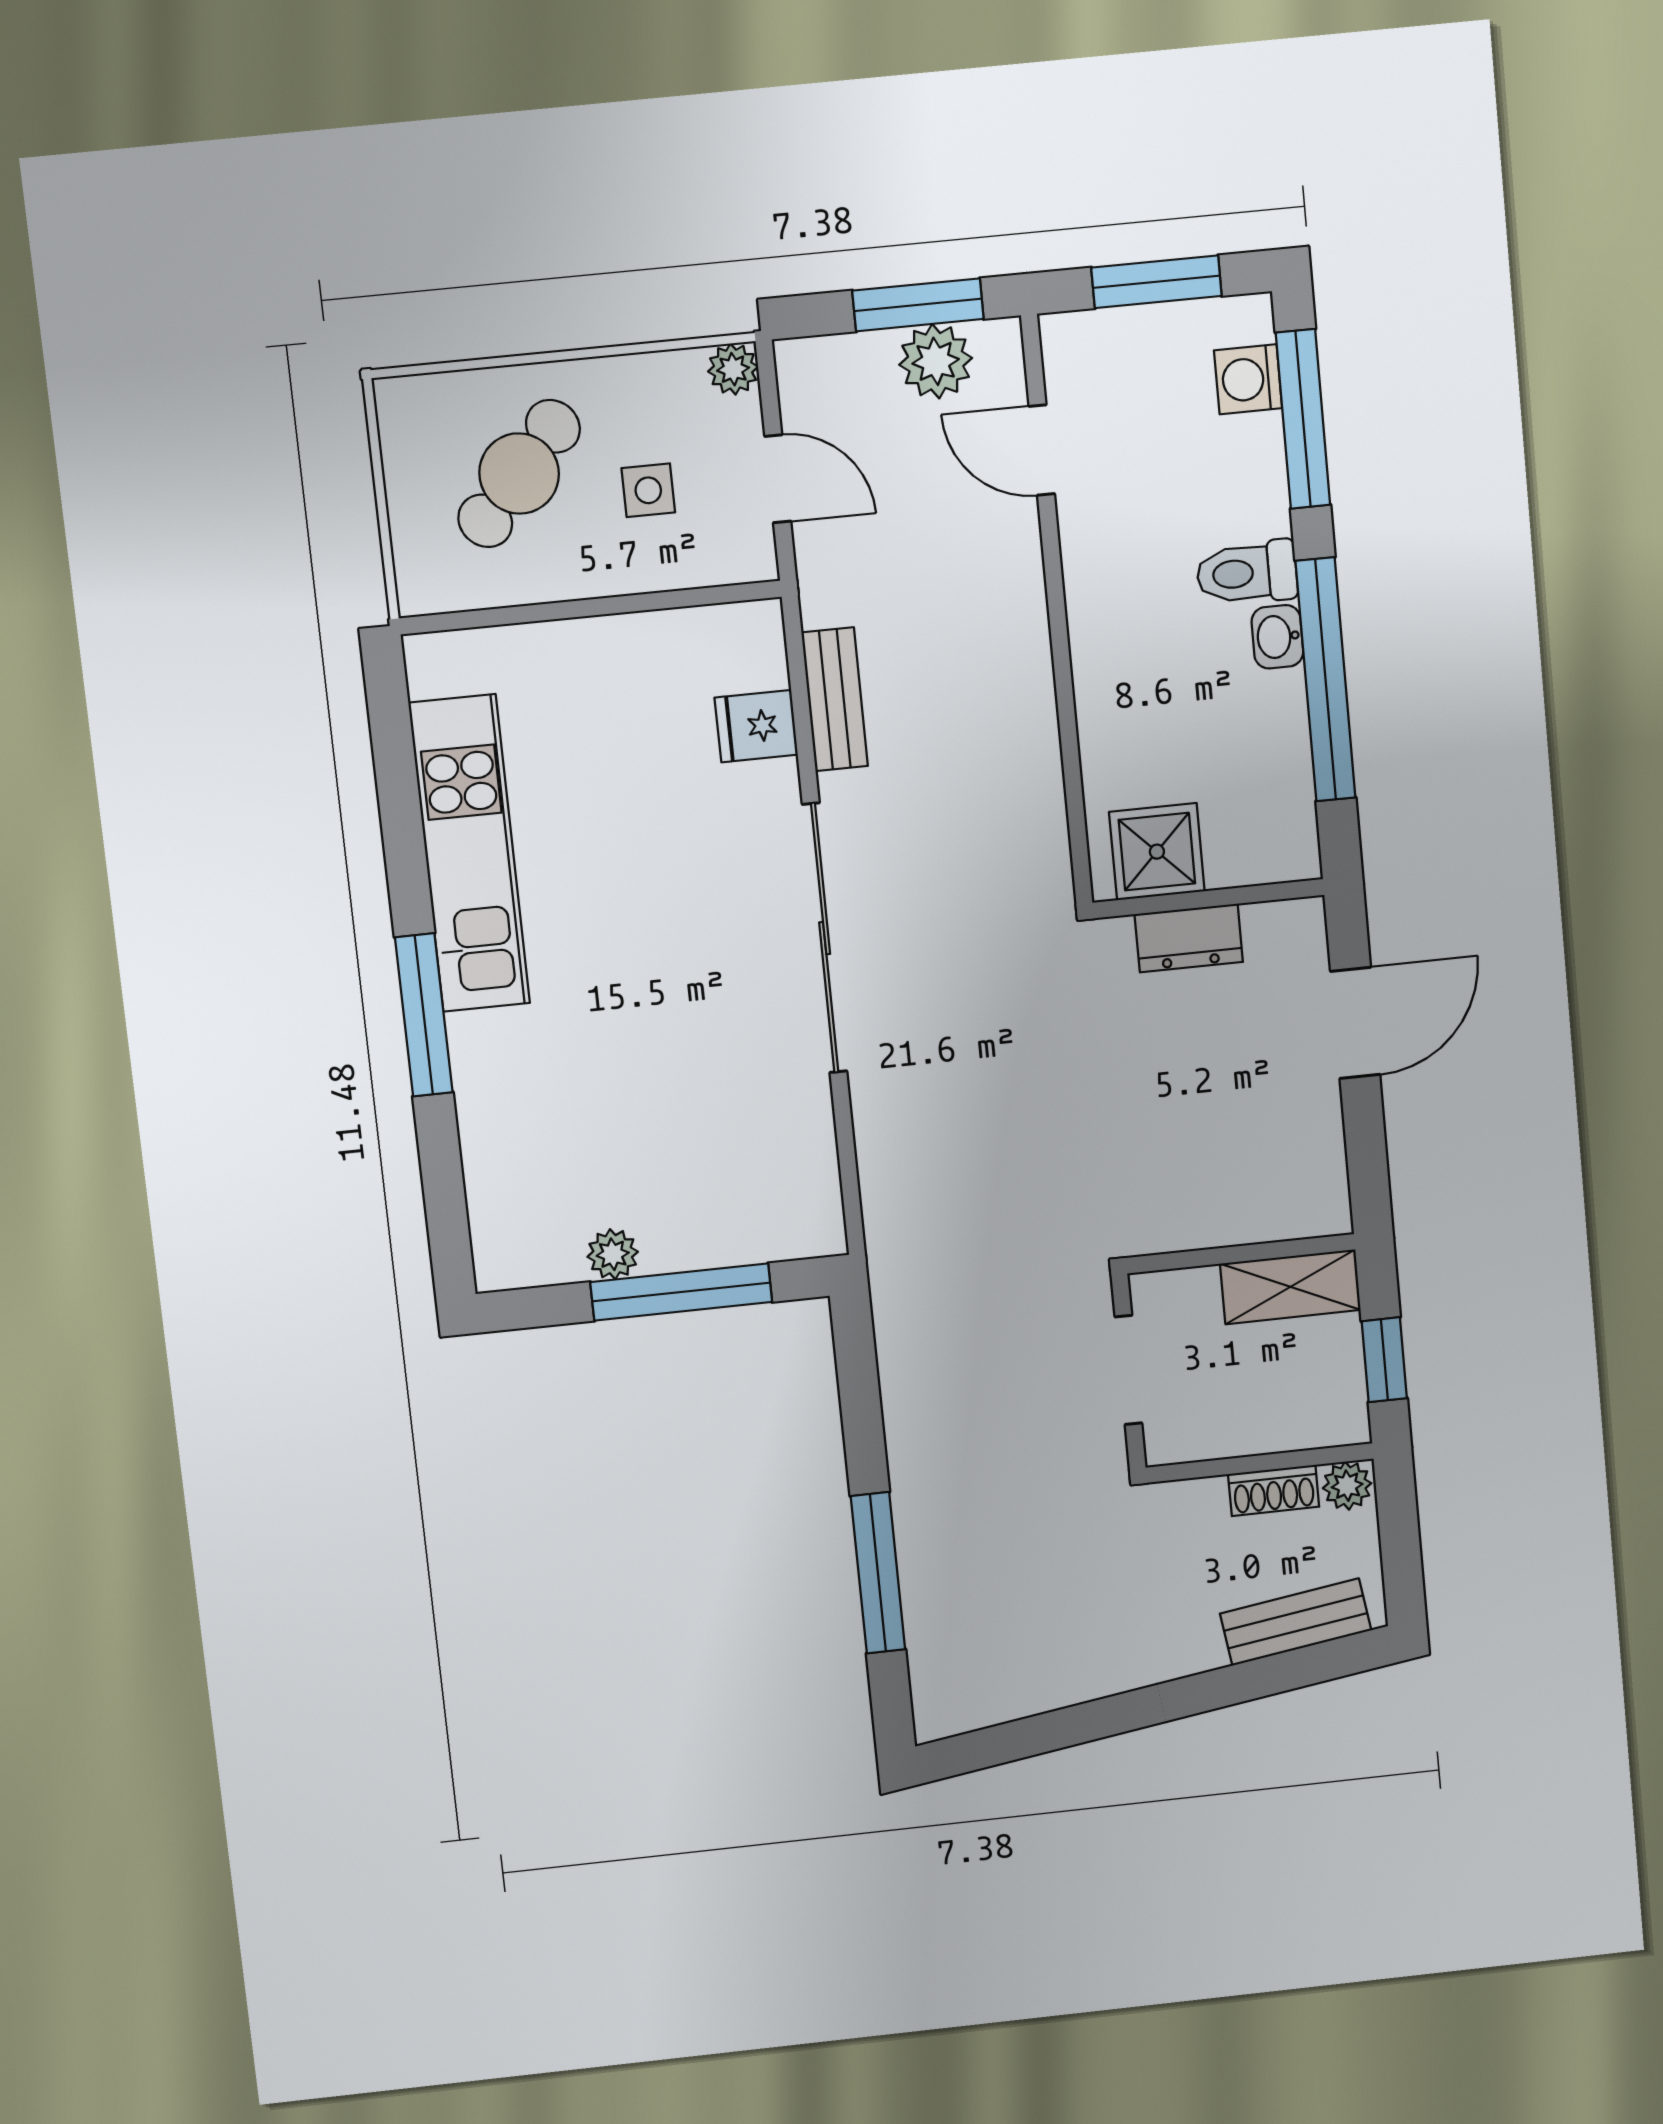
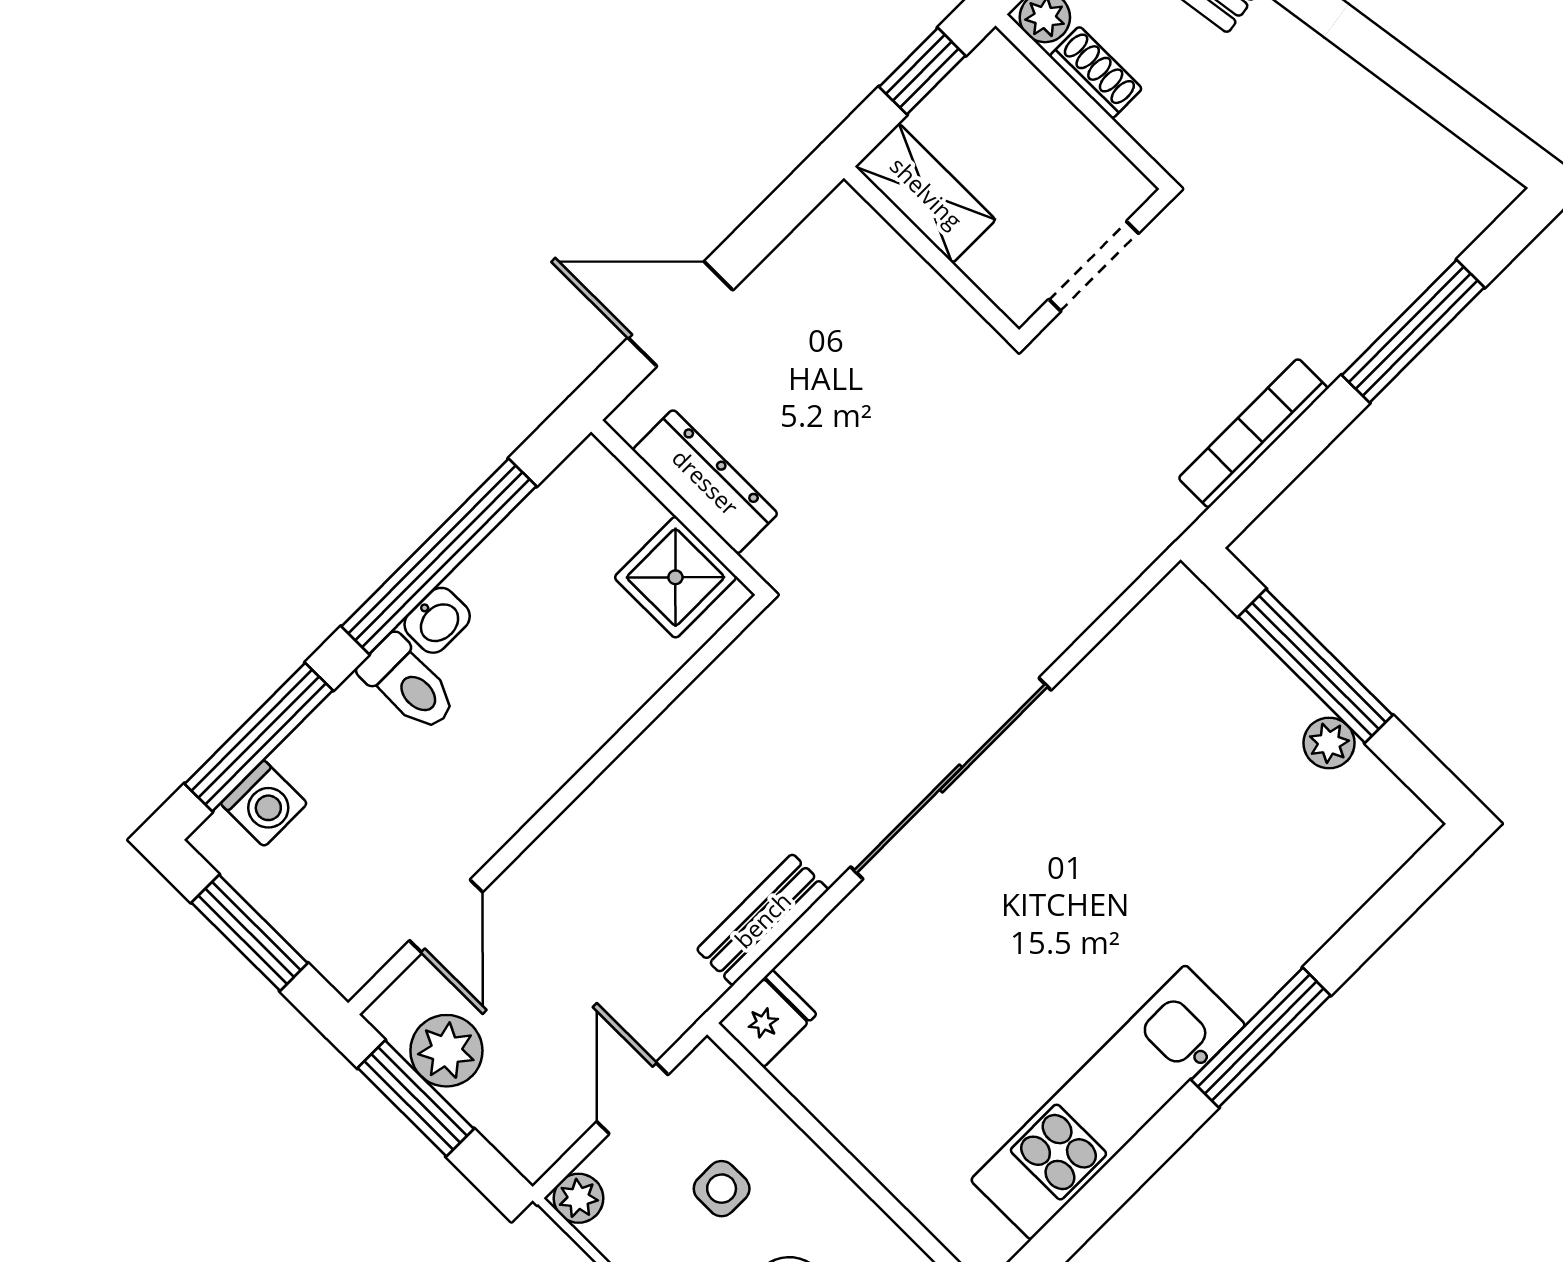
fridge: (756, 726) -> (768, 1019), moved, turned -90
dresser: (1189, 938) -> (705, 482), width x1.44
bookcase: (900, 1389) -> (1253, 433), added

